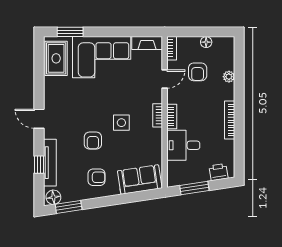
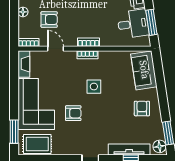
armchair: (93, 141) -> (73, 113), moved
desk: (183, 145) -> (133, 24), moved, turned -99

